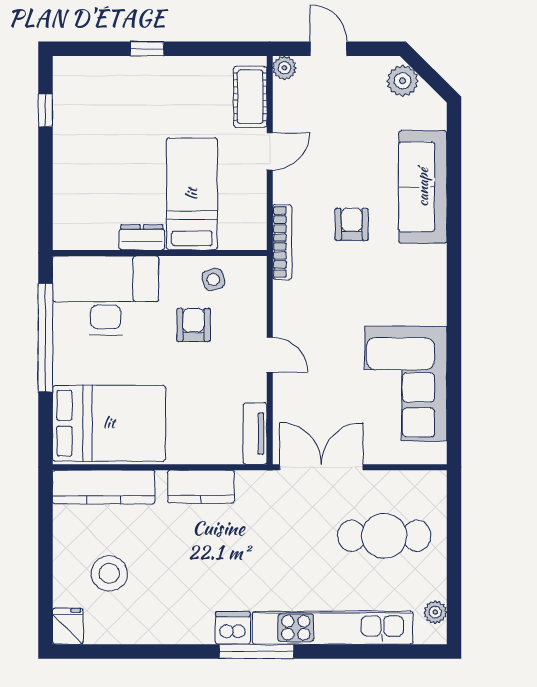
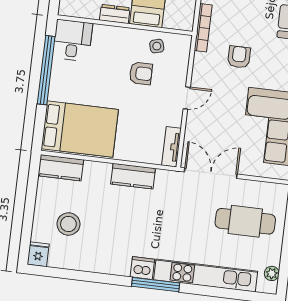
armchair: (352, 224) -> (239, 57), moved
desk: (106, 295) -> (73, 40), width x0.53, depth x0.77
armchair: (194, 325) -> (141, 73), turned 90
door: (270, 355) -> (187, 98), hinge flipped
kitchen counter: (104, 487) -> (61, 168), width x0.67

